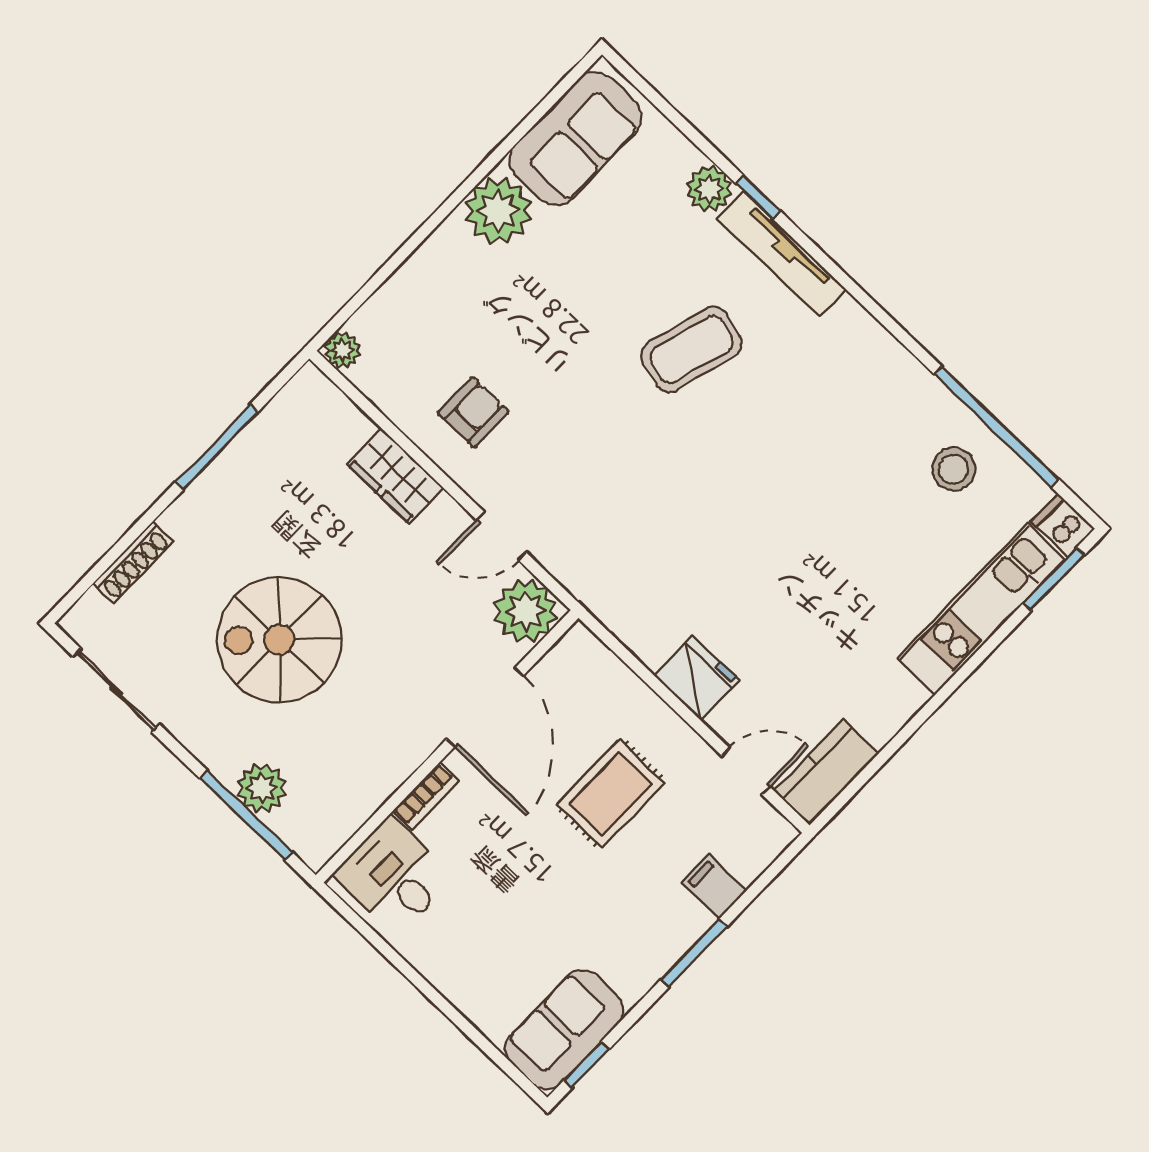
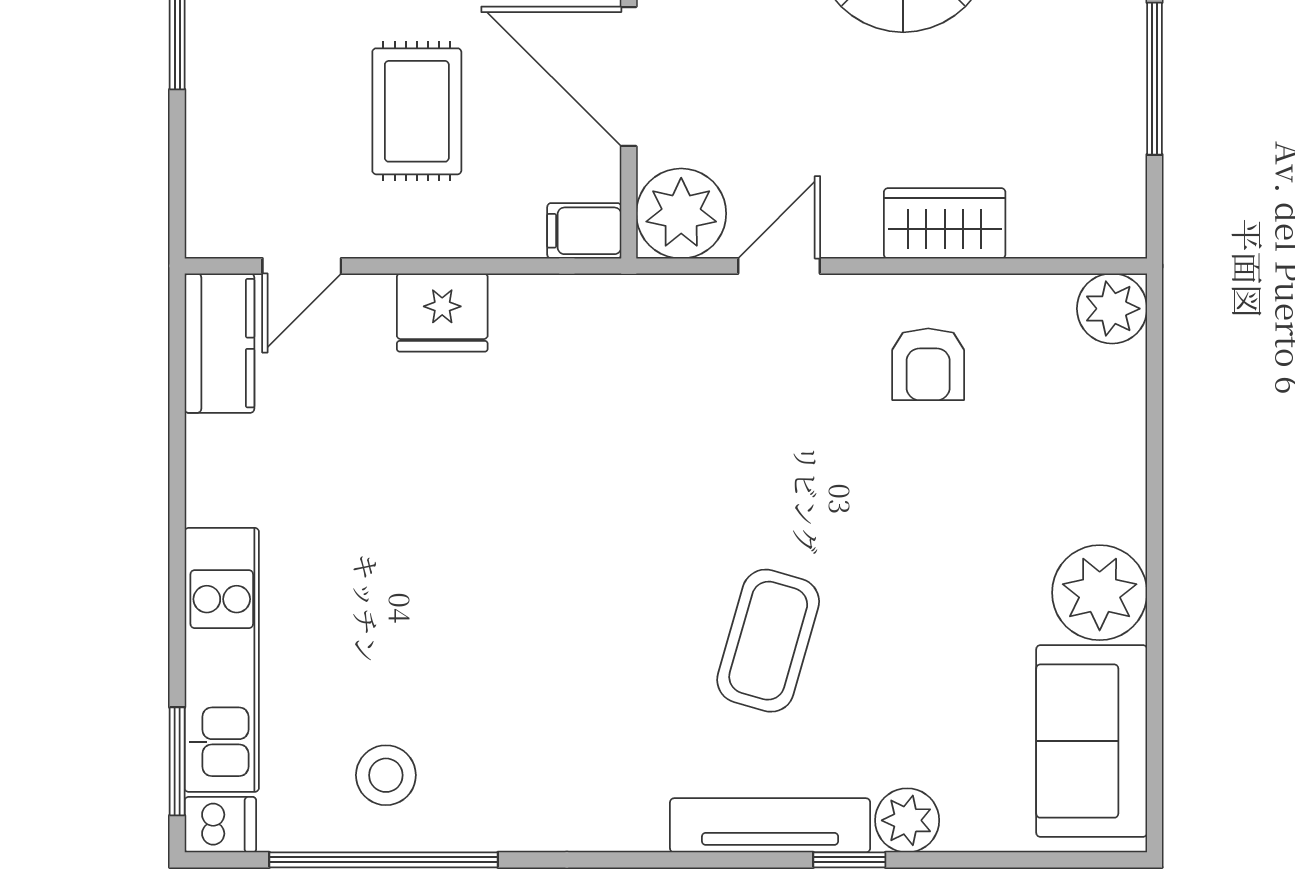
plant: (342, 350) -> (1112, 309), width x1.38, depth x1.38
filing cabinet: (714, 887) -> (584, 231), moved, turned 180

